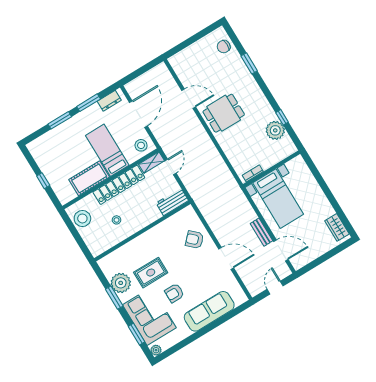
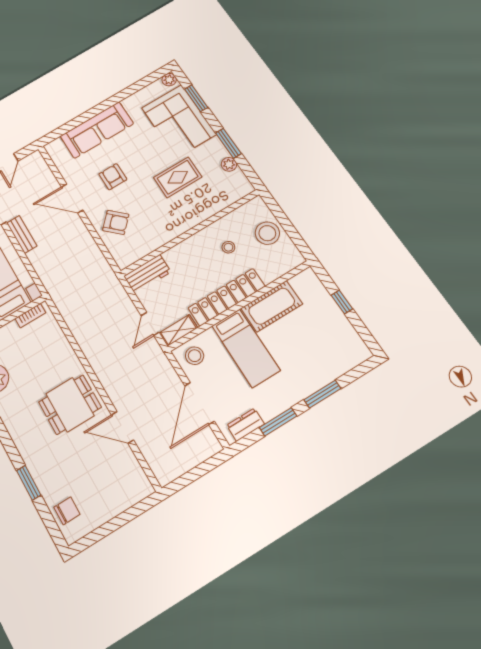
stool: (82, 218) -> (267, 233), moved
plant: (121, 283) -> (229, 164), width x0.53, depth x0.53
armchair: (174, 293) -> (113, 177), moved, turned -90

